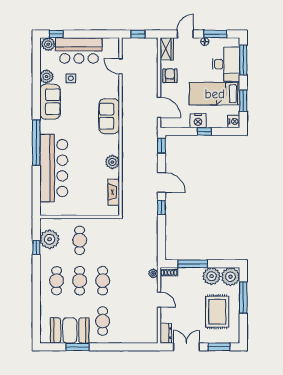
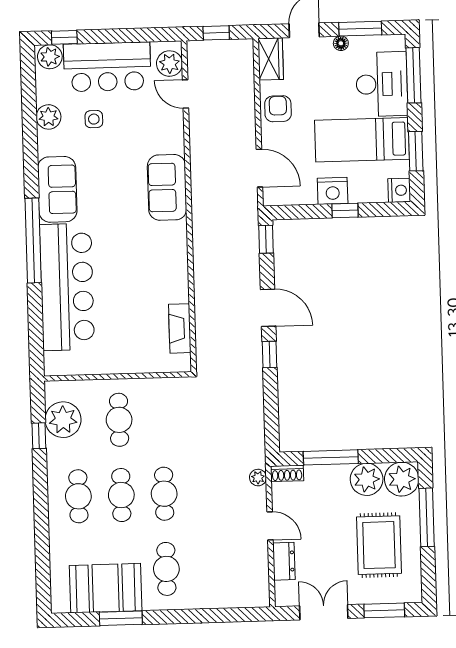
sofa: (50, 102) -> (57, 189), moved
plant: (112, 162) -> (169, 64), moved
dresser: (166, 333) -> (284, 561), moved

